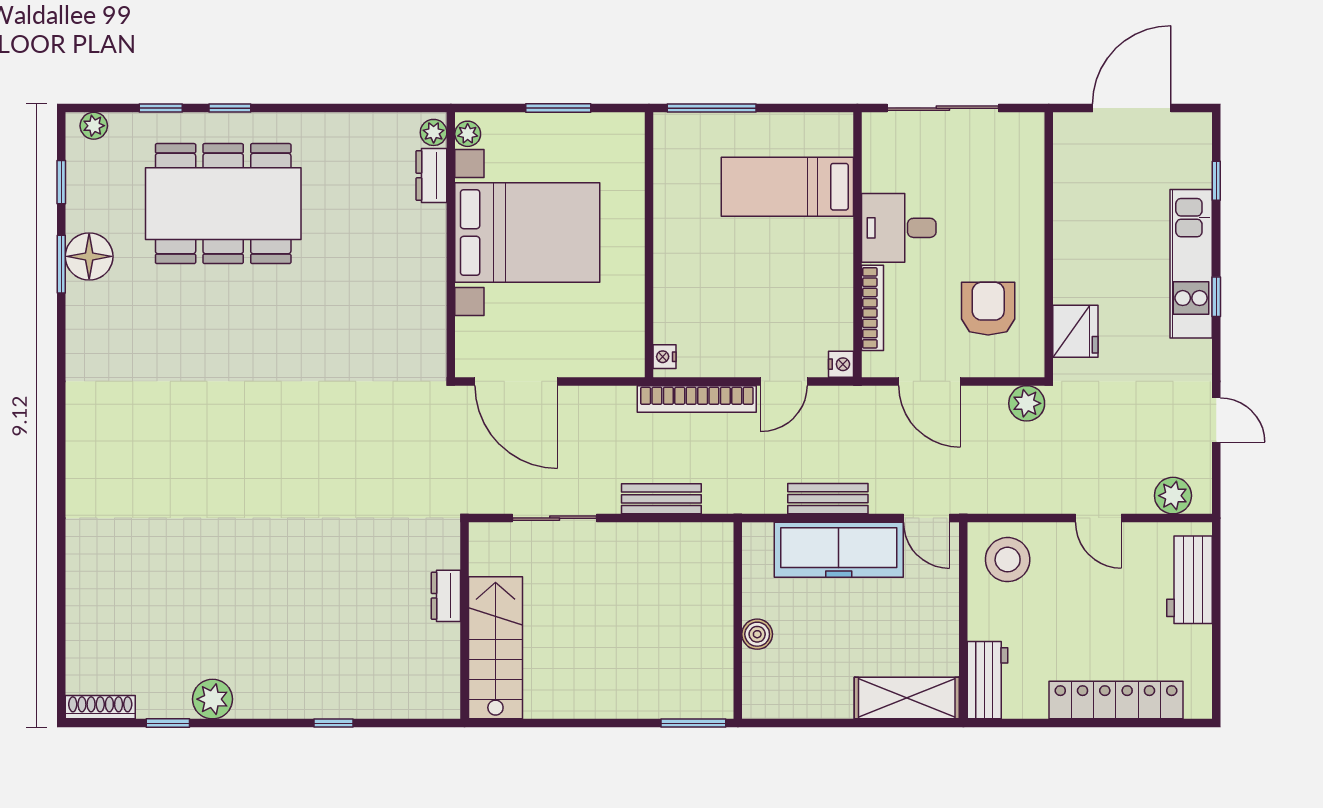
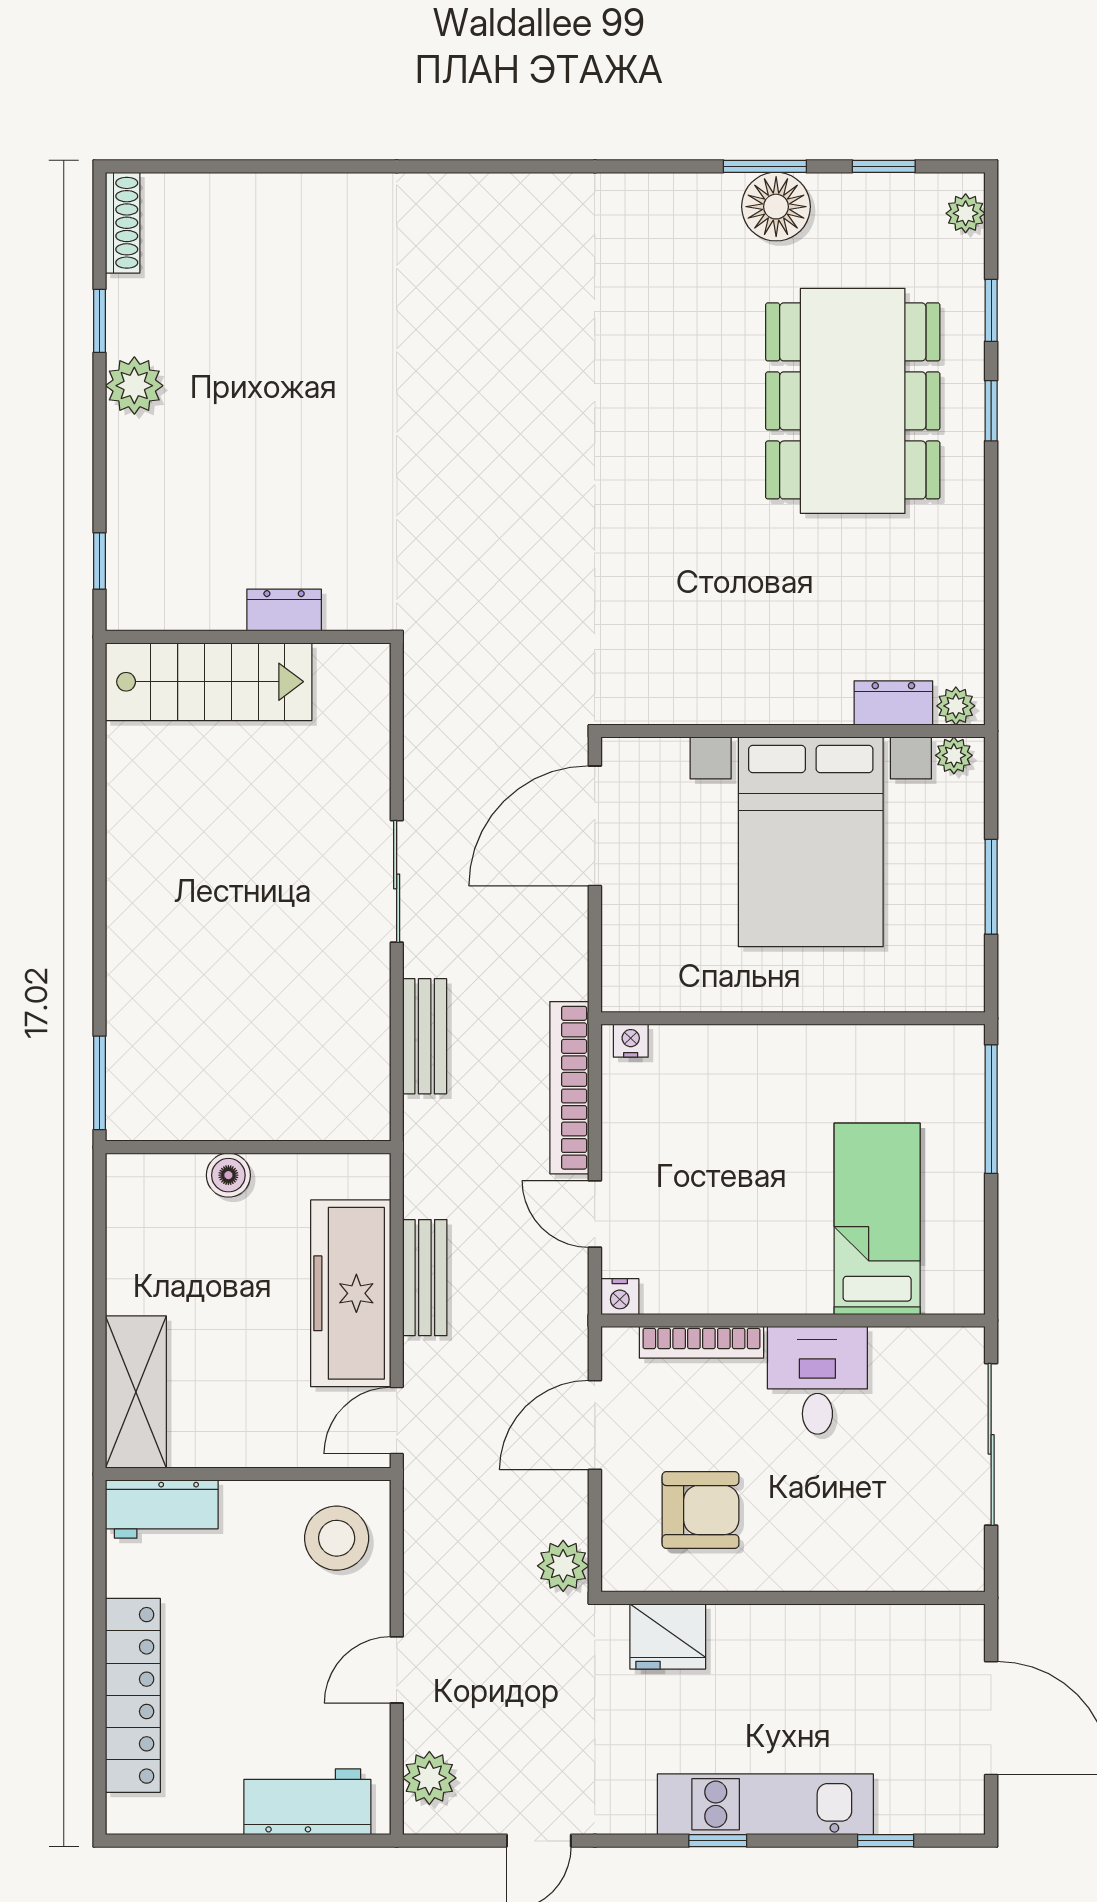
dresser: (446, 596) -> (284, 610), moved
wall: (464, 621) -> (248, 637), moved
stairs: (495, 648) -> (209, 682), moved

